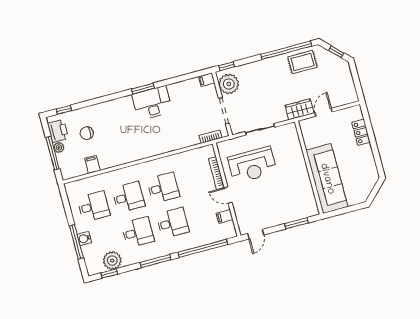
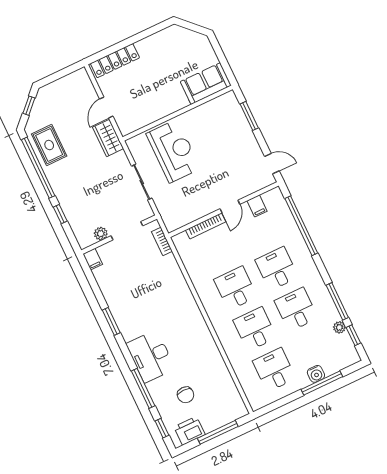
window: (227, 66) -> (60, 214), moved
plant: (229, 84) -> (101, 234), width x0.53, depth x0.53
window: (143, 89) -> (111, 321), moved
window: (98, 101) -> (143, 388), added
desk: (152, 103) -> (151, 356), moved
door: (324, 112) -> (106, 108), hinge flipped
locker: (361, 132) -> (115, 61), width x1.53
plant: (59, 147) -> (209, 426), removed
filing cabinet: (92, 164) -> (223, 381), removed
reception desk: (252, 165) -> (173, 151), moved
sofa: (327, 179) -> (206, 84), width x0.54, depth x0.79
plant: (112, 261) -> (339, 327), width x0.53, depth x0.53
window: (155, 261) -> (337, 301), moved

